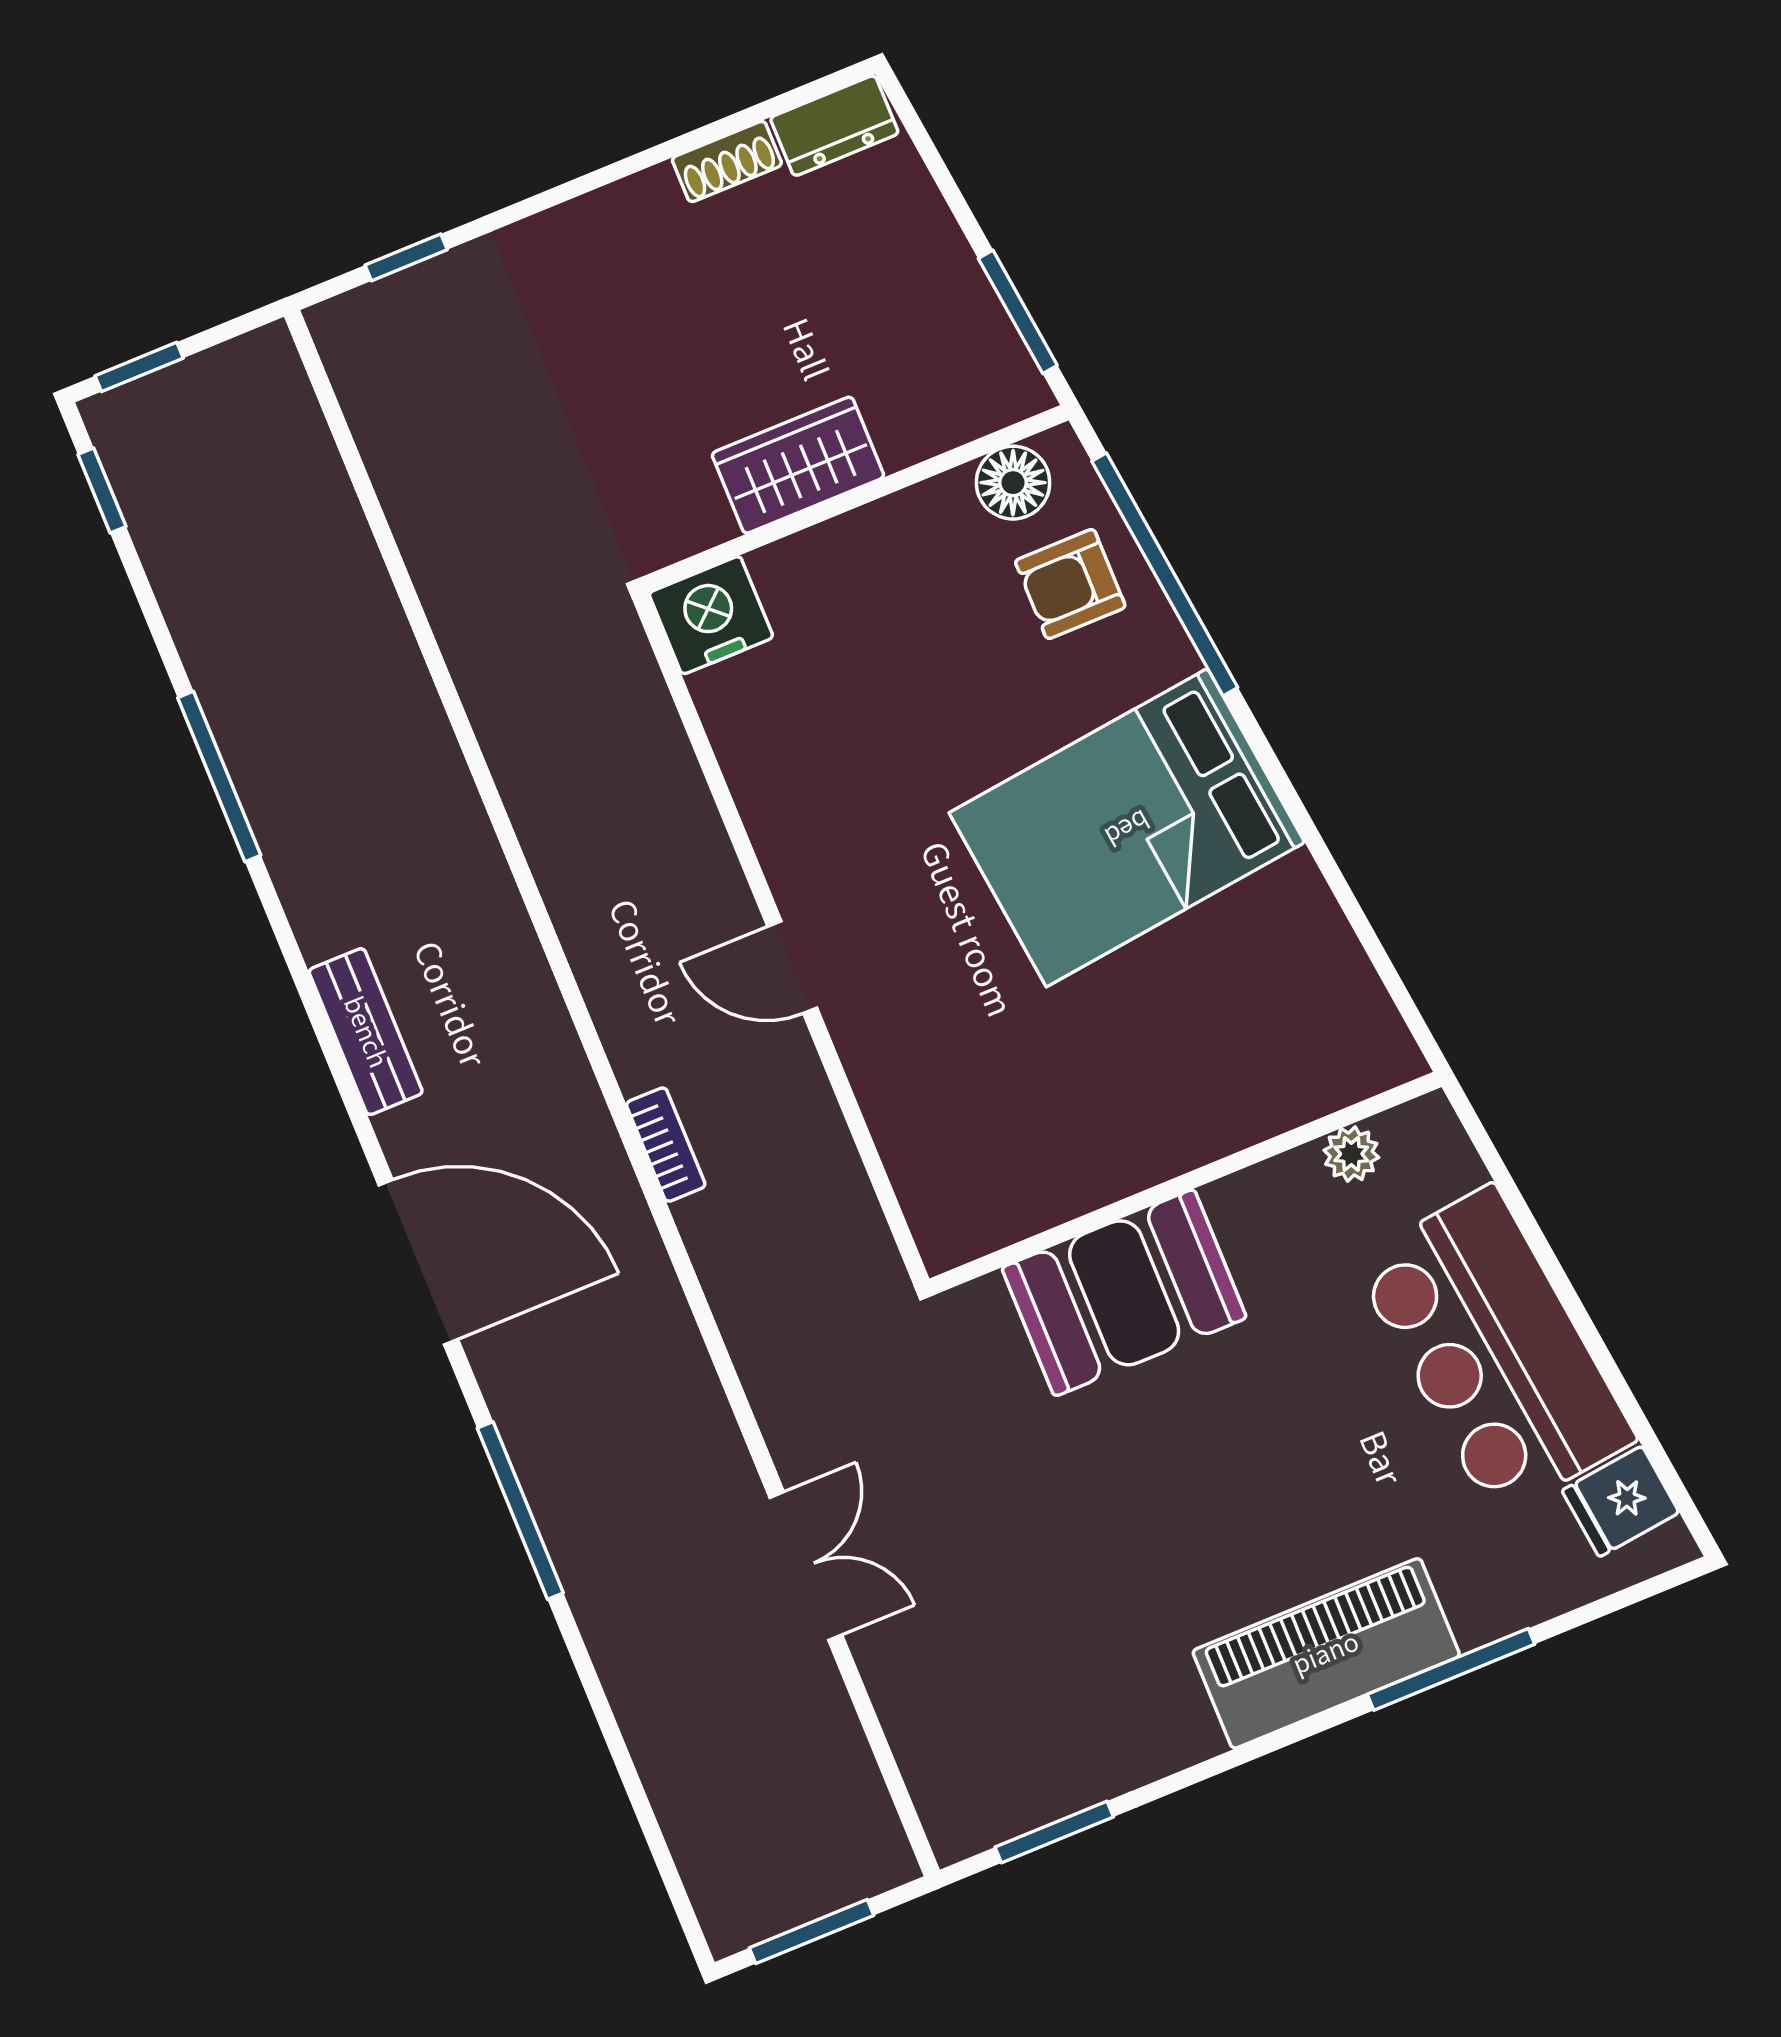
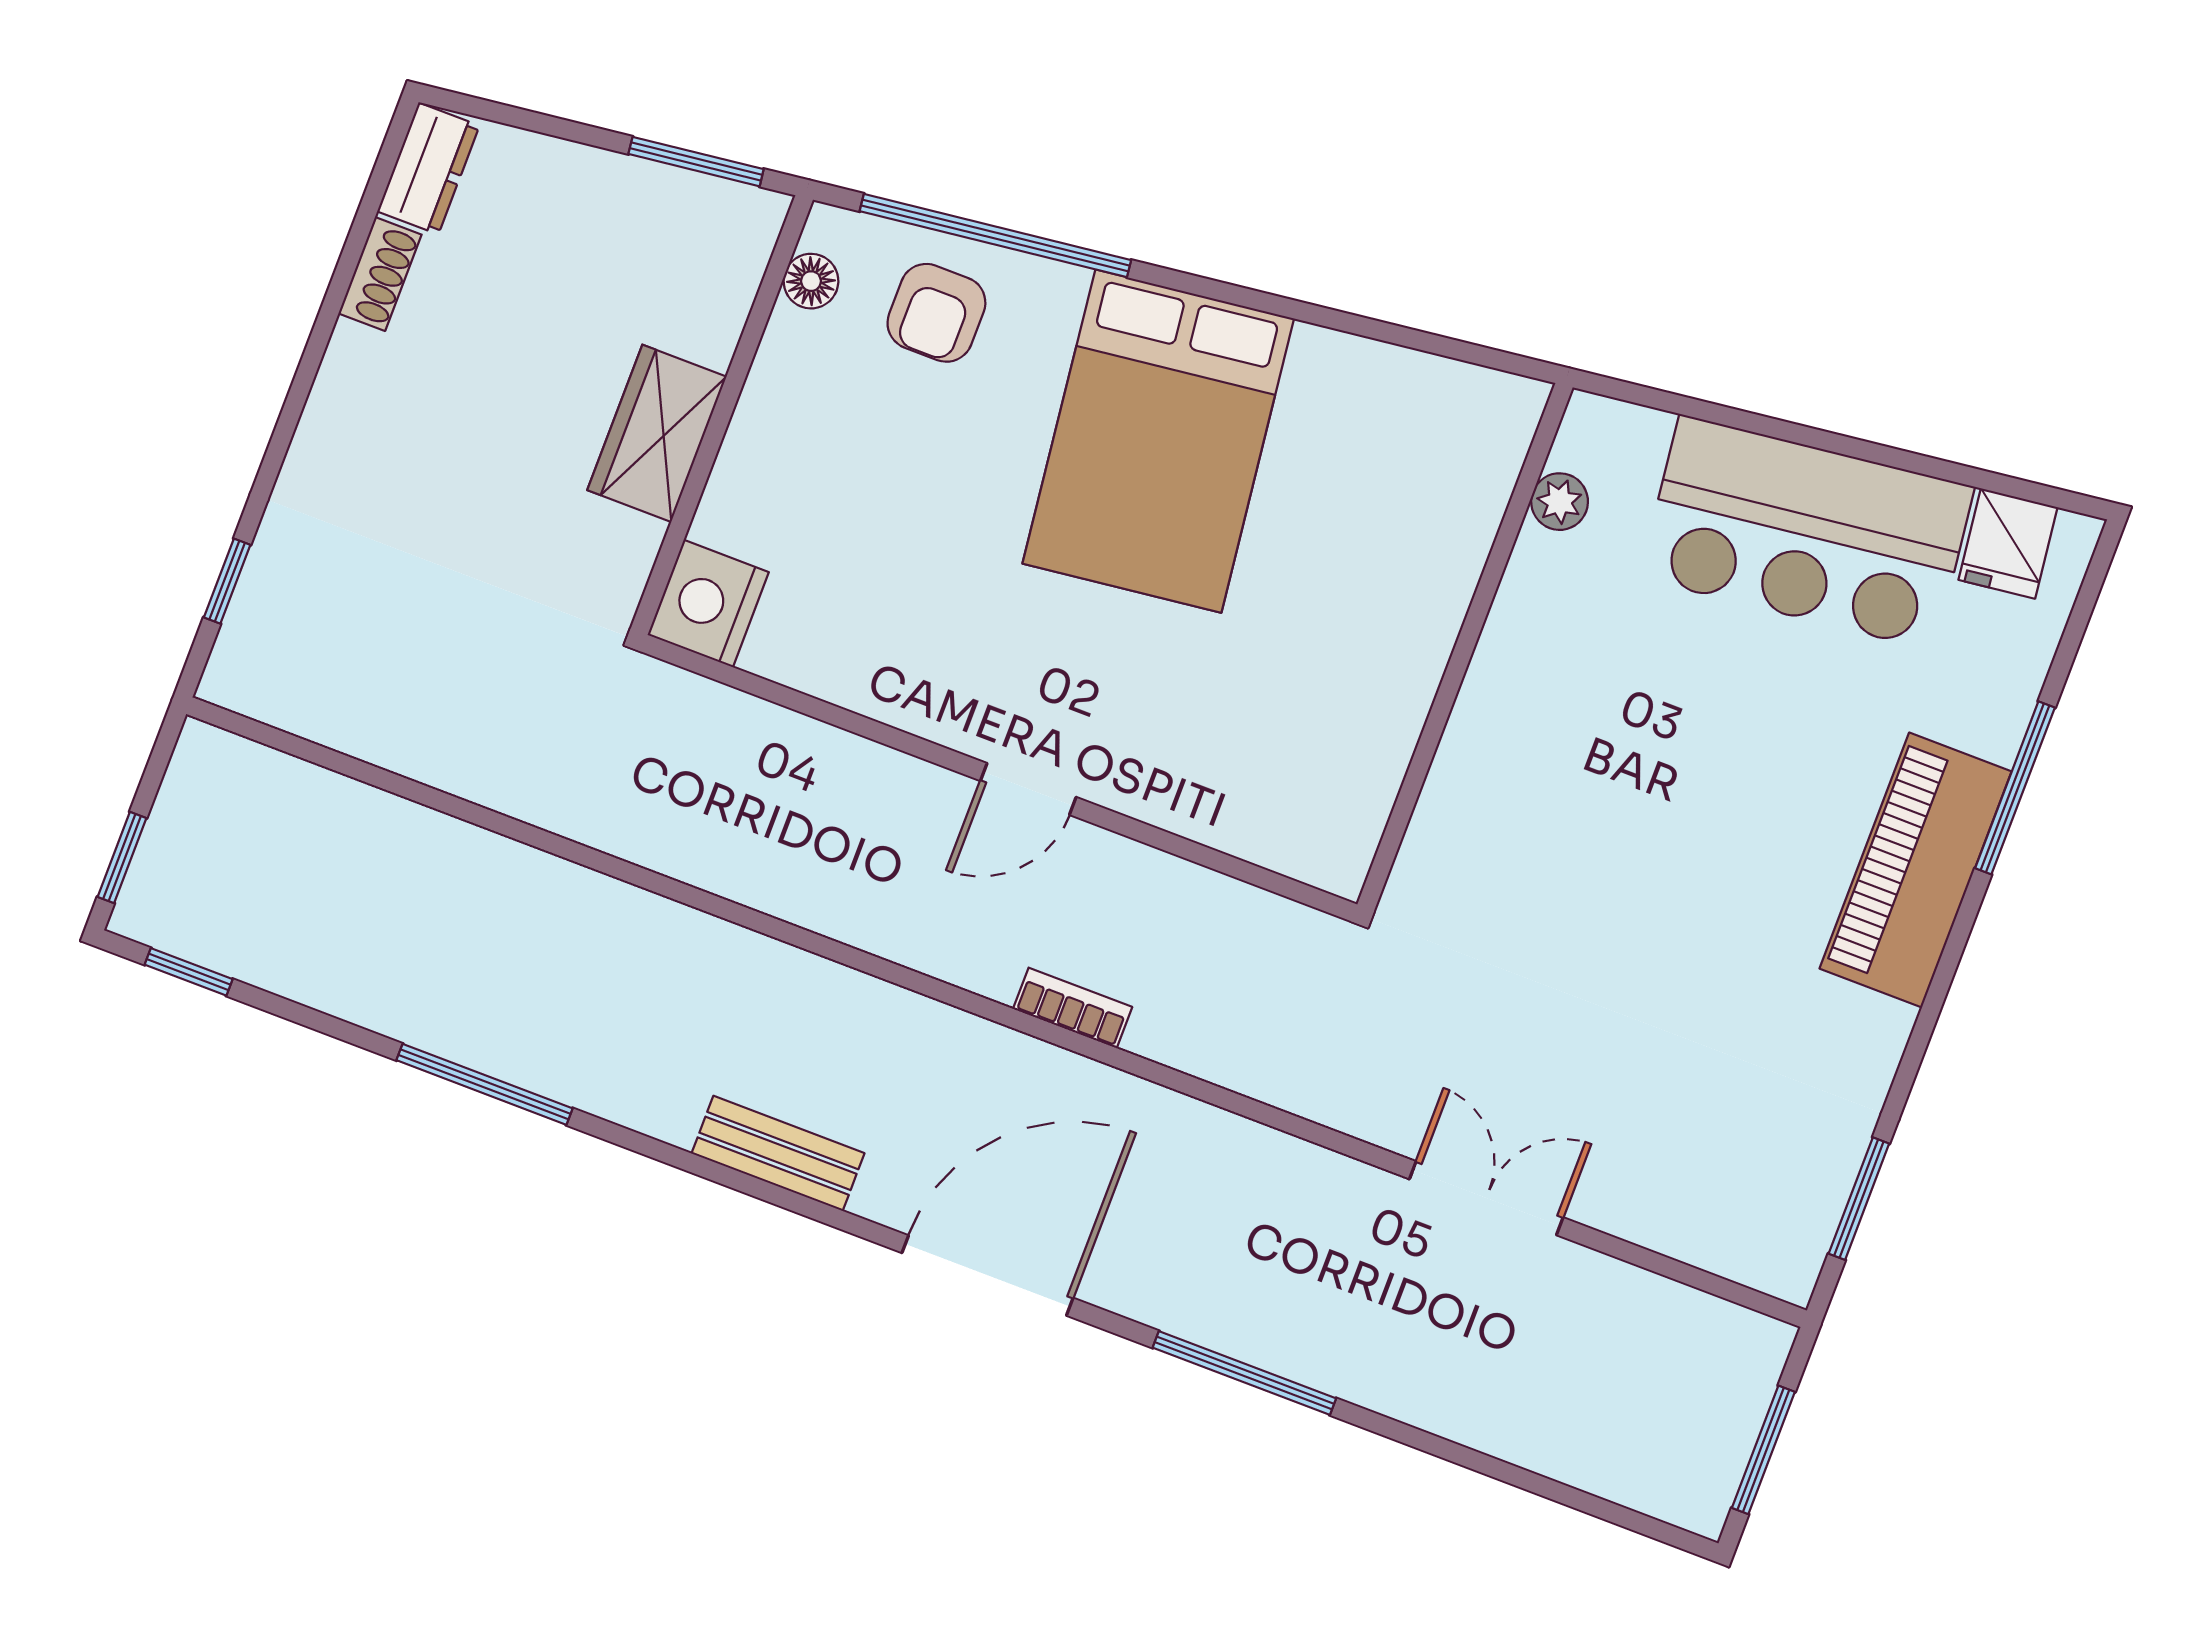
floor lamp: (1013, 483) -> (811, 281), width x0.73, depth x0.73
booth: (1124, 1293) -> (1504, 769), removed

